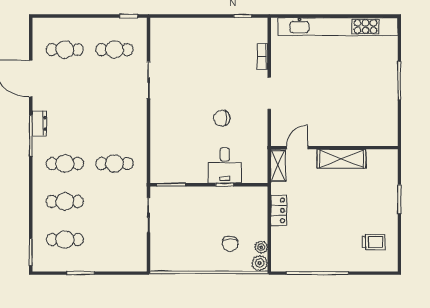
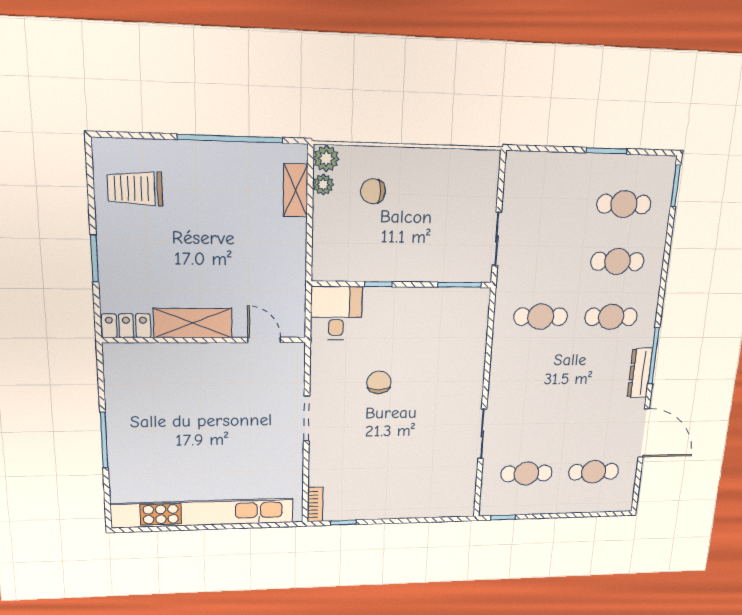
bookcase: (263, 57) -> (315, 504), moved
chair: (222, 118) -> (379, 382), turned -90
dresser: (39, 123) -> (640, 373), width x1.44
door: (297, 148) -> (264, 340), swing flipped
shelving: (278, 165) -> (296, 190), moved
desk: (225, 166) -> (336, 313), moved
locker: (279, 210) -> (126, 326), moved, turned 90
trolley: (374, 242) -> (135, 189), width x1.36, depth x1.39
chair: (230, 244) -> (373, 191), turned -90

